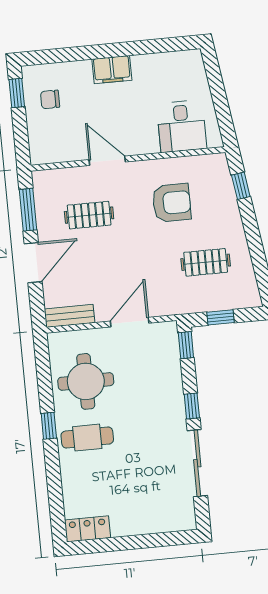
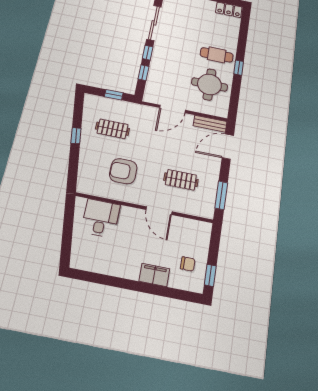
filing cabinet: (112, 70) -> (154, 275), moved
window: (241, 186) -> (76, 136), moved
door: (33, 263) -> (228, 146), moved
window: (186, 345) -> (143, 73), moved

